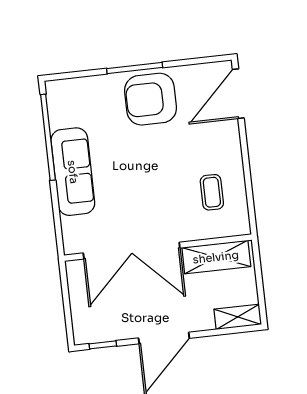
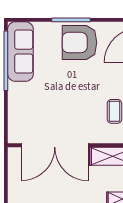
sofa: (73, 172) -> (20, 52), moved

